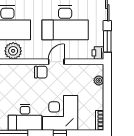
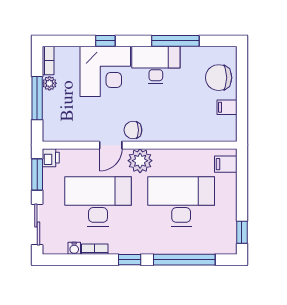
plant: (13, 51) -> (140, 161), moved
plant: (99, 81) -> (49, 83), moved
window: (107, 94) -> (37, 98), added

